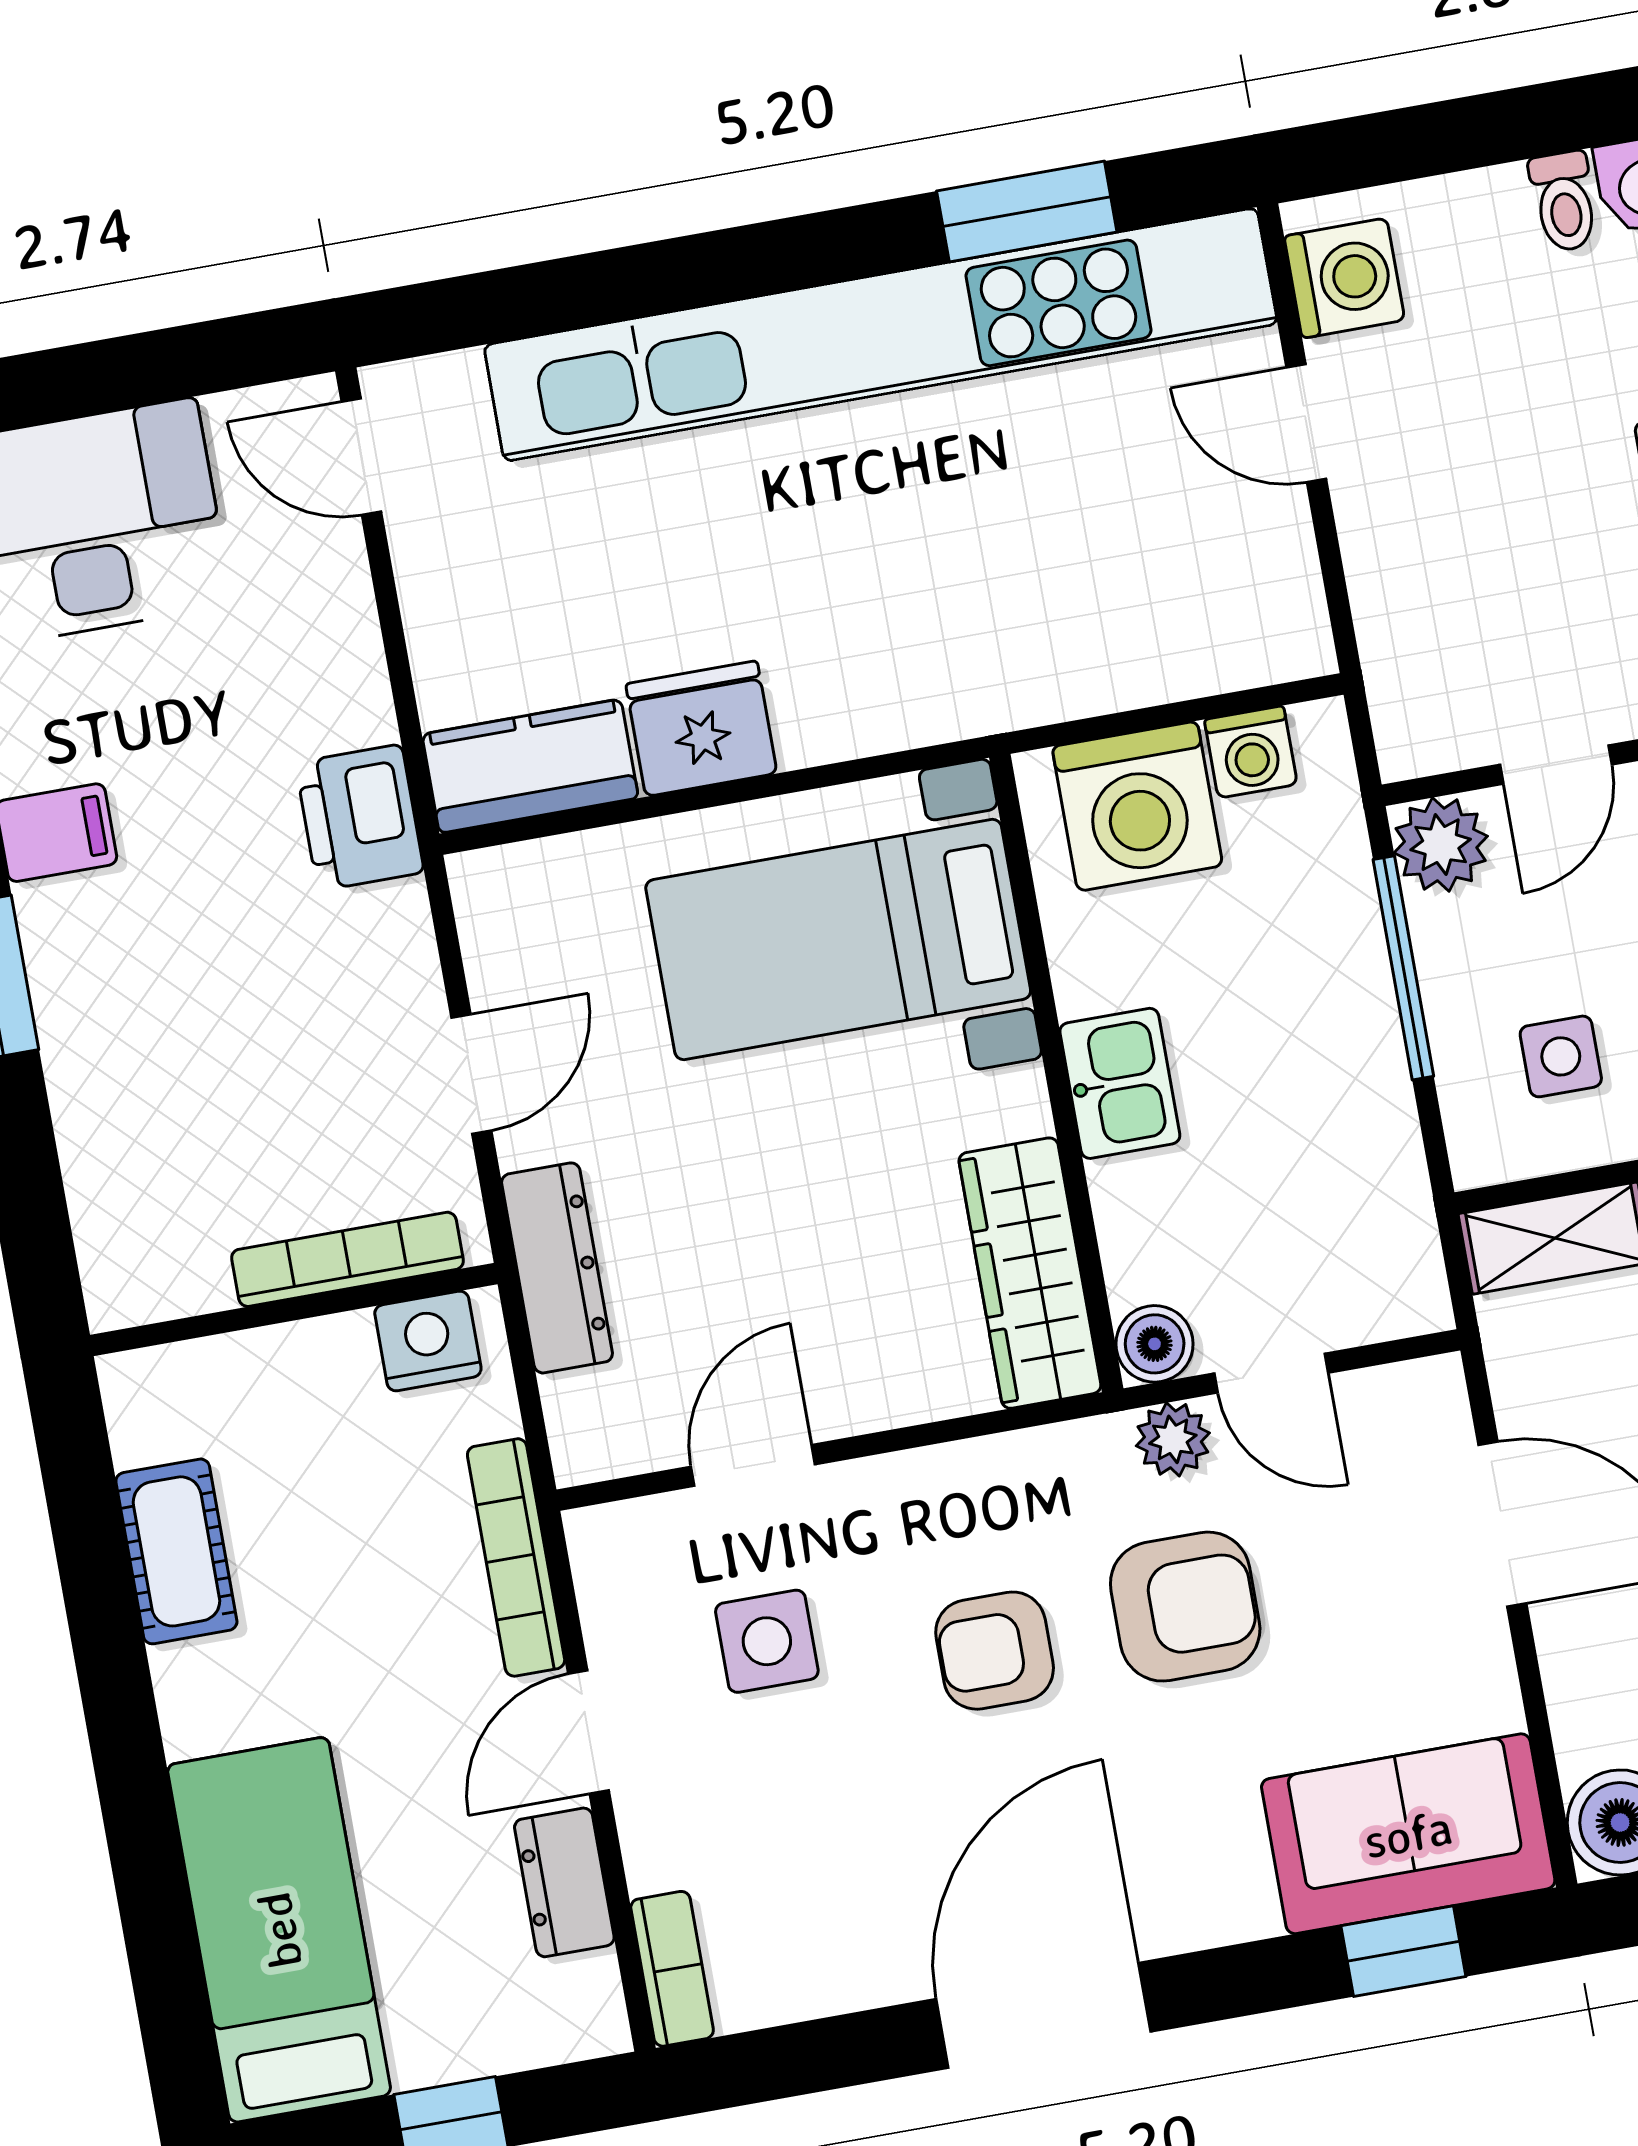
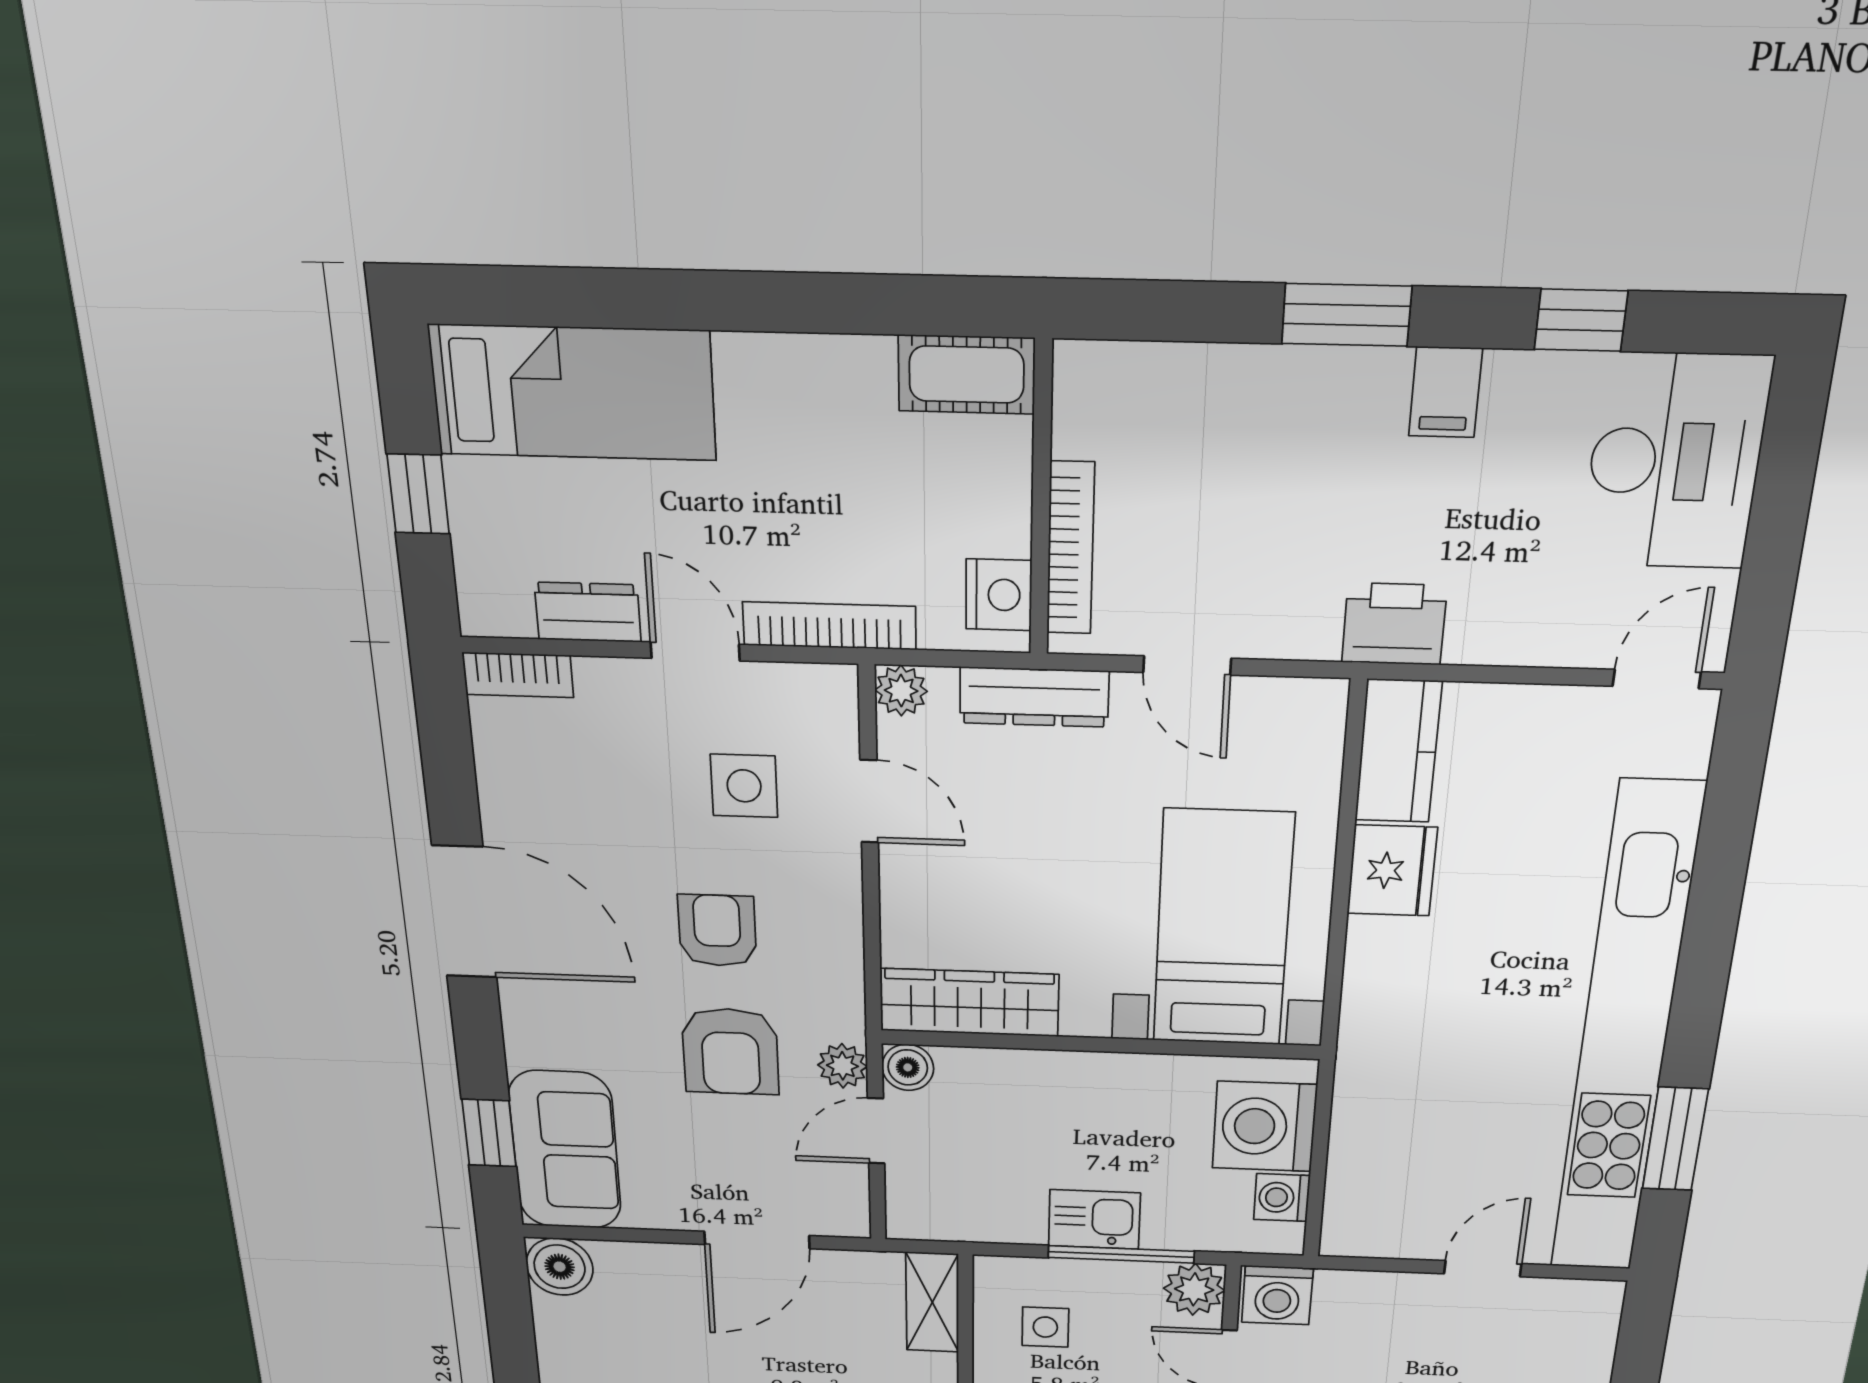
washing machine: (1344, 278) -> (1277, 1295), moved
kitchen sink: (1120, 1083) -> (1094, 1219), moved, turned 180
plant: (585, 1448) -> (901, 691), added
cot: (176, 1551) -> (967, 374), moved

